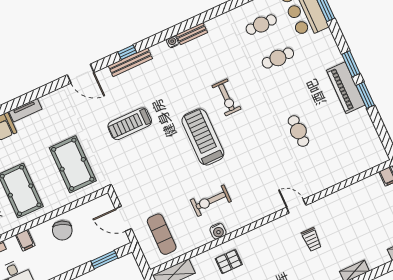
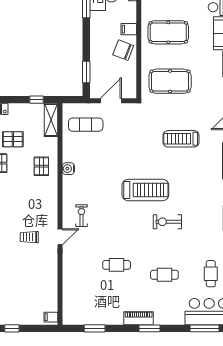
cafe table: (278, 58) -> (164, 275), moved, turned 90
piano: (346, 88) -> (139, 318), width x0.73, depth x0.75
window: (365, 95) -> (95, 328), moved
treadmill: (130, 124) -> (181, 139), turned -90
exercise bike: (211, 201) -> (81, 216), moved, width x0.73, depth x0.72
filing cabinet: (25, 240) -> (129, 29), moved

